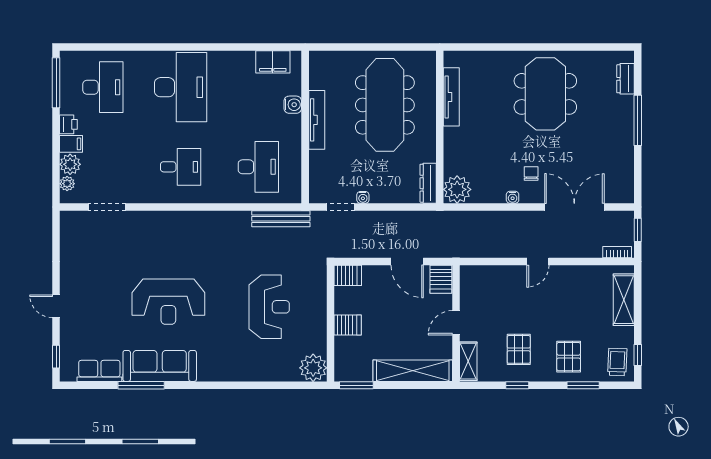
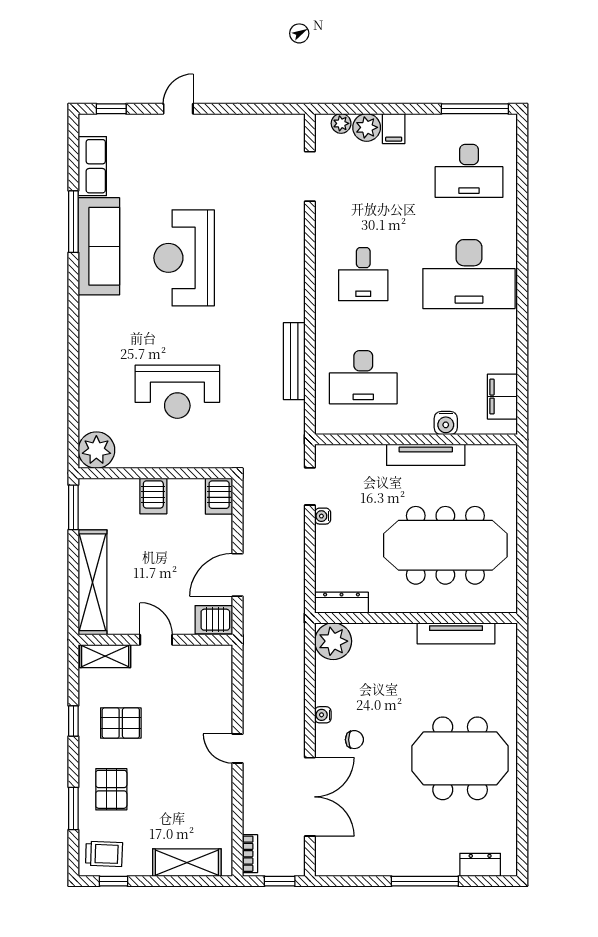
printer: (68, 124) -> (420, 125), removed
bench: (281, 219) -> (294, 361), moved
pallet: (569, 357) -> (111, 789), turned 90

